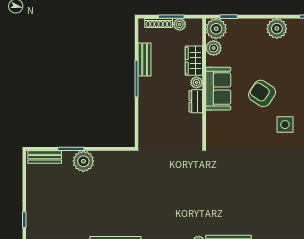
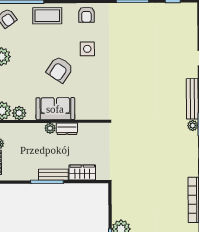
bench: (145, 60) -> (53, 175), moved
wardrobe: (194, 61) -> (82, 173), moved, turned 180

